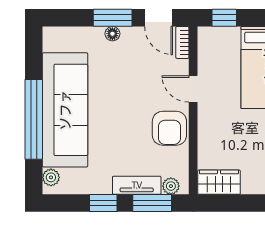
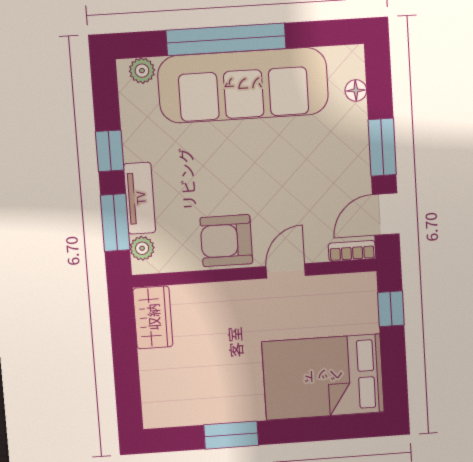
floor lamp: (112, 34) -> (356, 90), moved

